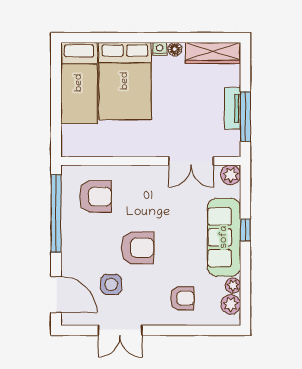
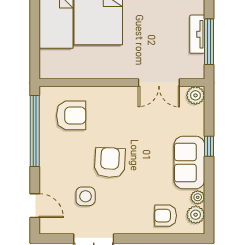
sofa: (224, 237) -> (189, 162), width x0.73
armchair: (138, 248) -> (110, 163), turned -87
door: (56, 294) -> (35, 206), width x0.73
armchair: (182, 298) -> (166, 216), moved, turned 180

